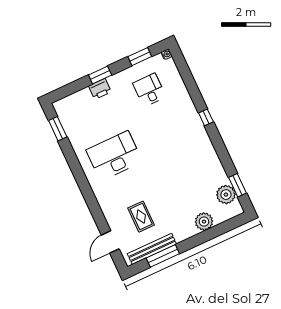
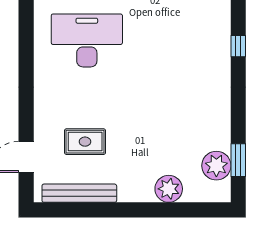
rug: (141, 217) -> (85, 142), turned 90
window: (163, 256) -> (90, 210), removed

